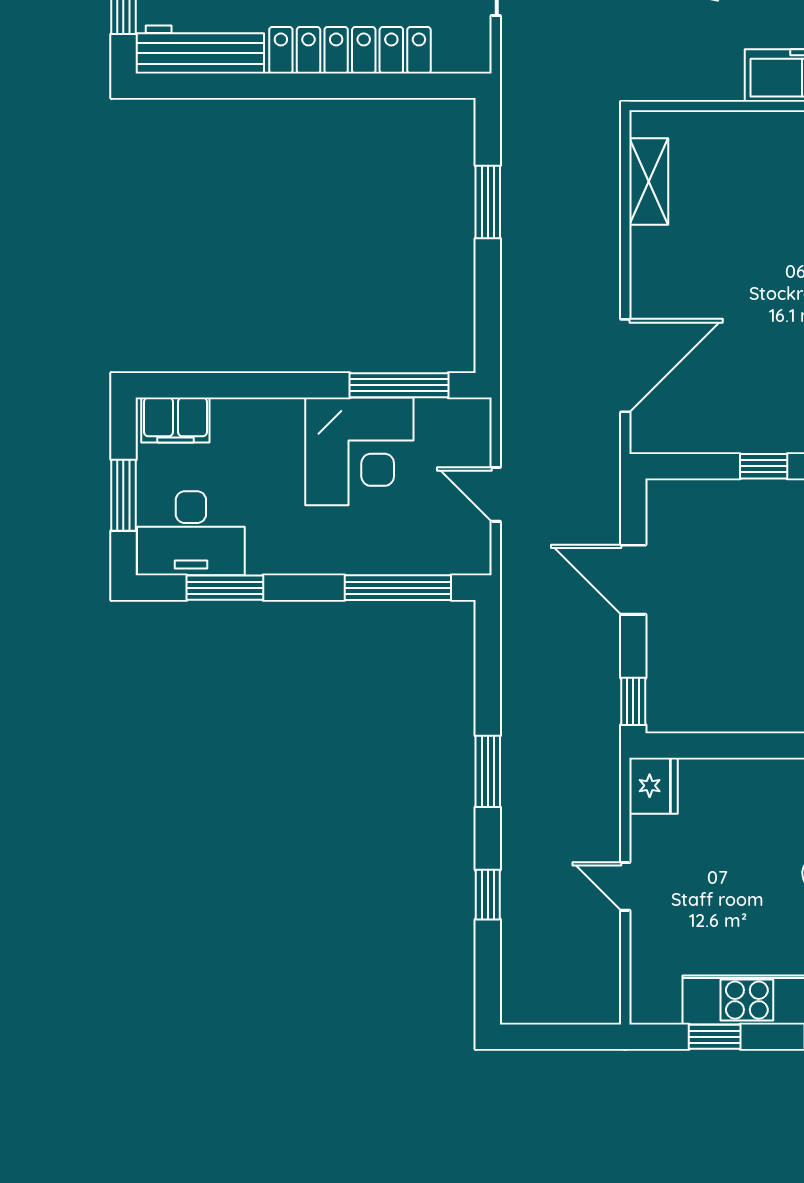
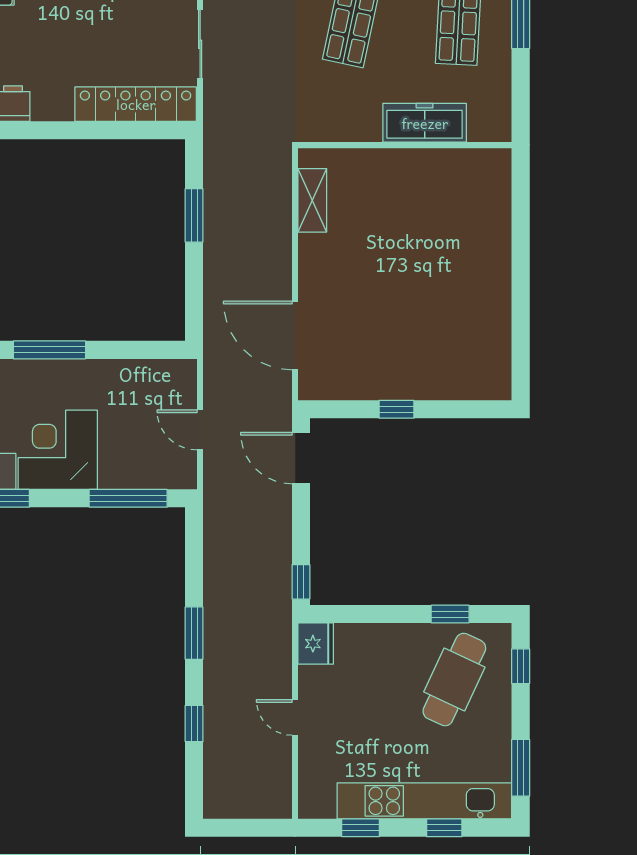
locker: (350, 50) -> (136, 104), moved
door: (625, 366) -> (295, 336), swing flipped
window: (399, 385) -> (49, 350), moved
corner desk: (359, 451) -> (58, 450), moved, turned 180
door: (633, 580) -> (301, 458), moved

